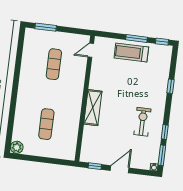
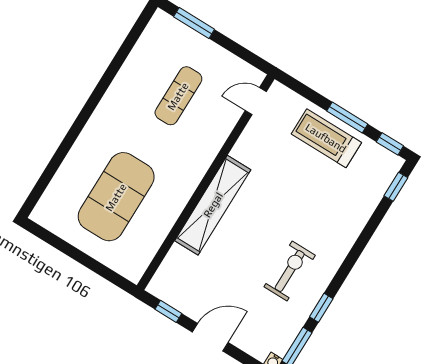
window: (170, 86) -> (396, 187), moved
shelving: (93, 108) -> (213, 205), width x1.47
exercise mat: (46, 124) -> (116, 197), width x2.00, depth x1.45
plant: (17, 147) -> (44, 214), removed

